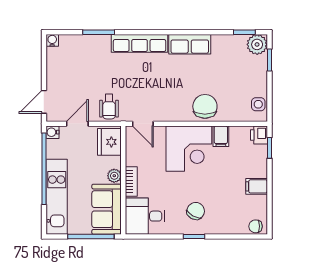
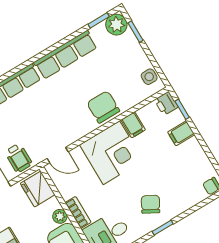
row of seats: (190, 44) -> (66, 55), width x1.48
filing cabinet: (257, 186) -> (181, 133), moved

